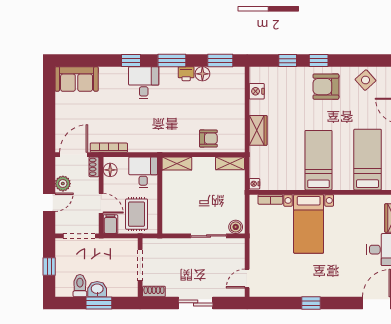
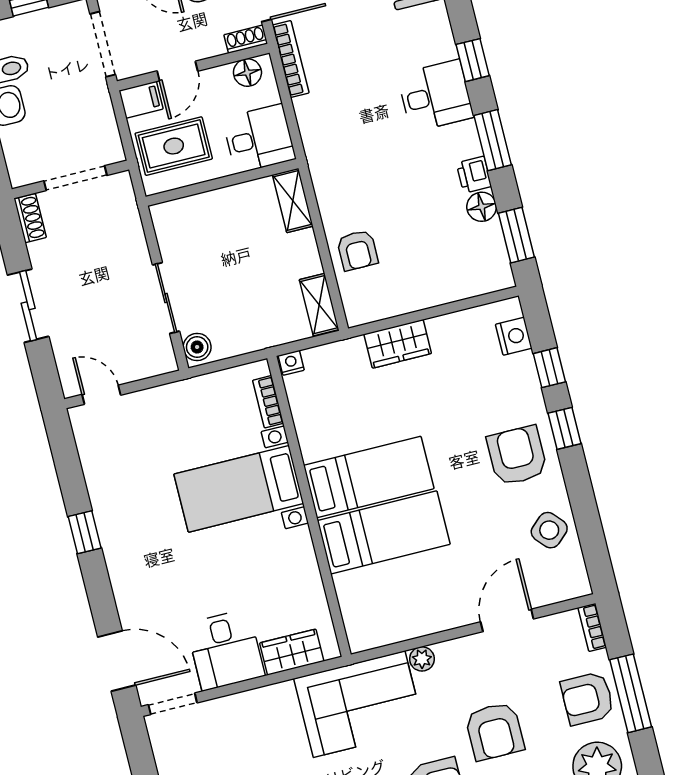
nightstand: (257, 91) -> (514, 336), moved, turned 90
bed: (368, 160) -> (384, 532), moved

